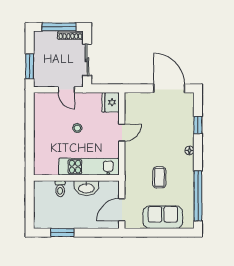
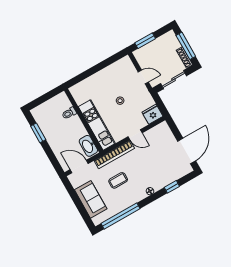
door: (66, 90) -> (143, 77), swing flipped
bookcase: (130, 166) -> (114, 155), added
washbasin: (86, 188) -> (88, 146), moved

